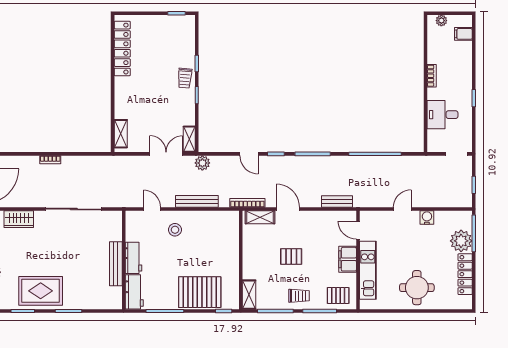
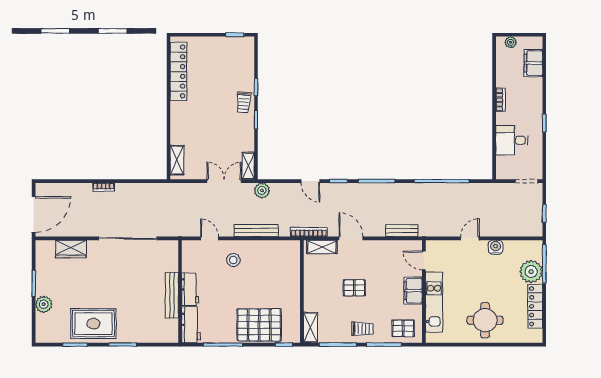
filing cabinet: (463, 34) -> (533, 63), width x2.00

